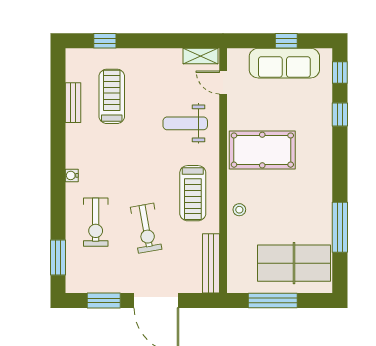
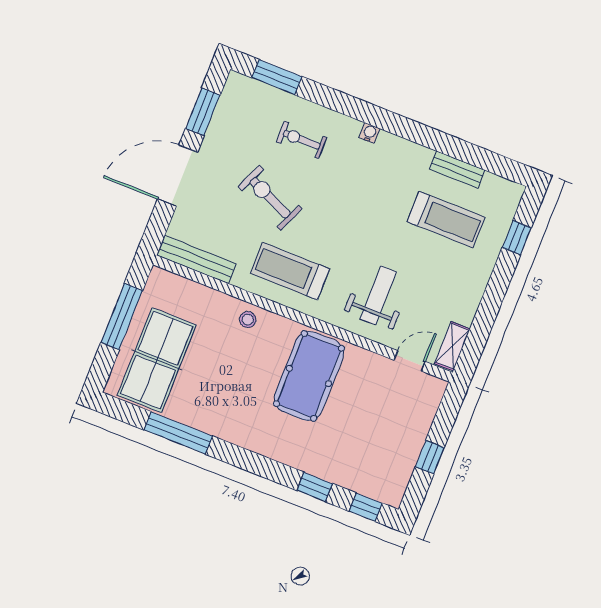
sofa: (284, 63) -> (404, 444), removed
exercise bike: (96, 222) -> (302, 140), width x0.73, depth x0.72
exercise bike: (146, 228) -> (270, 198), turned 34

